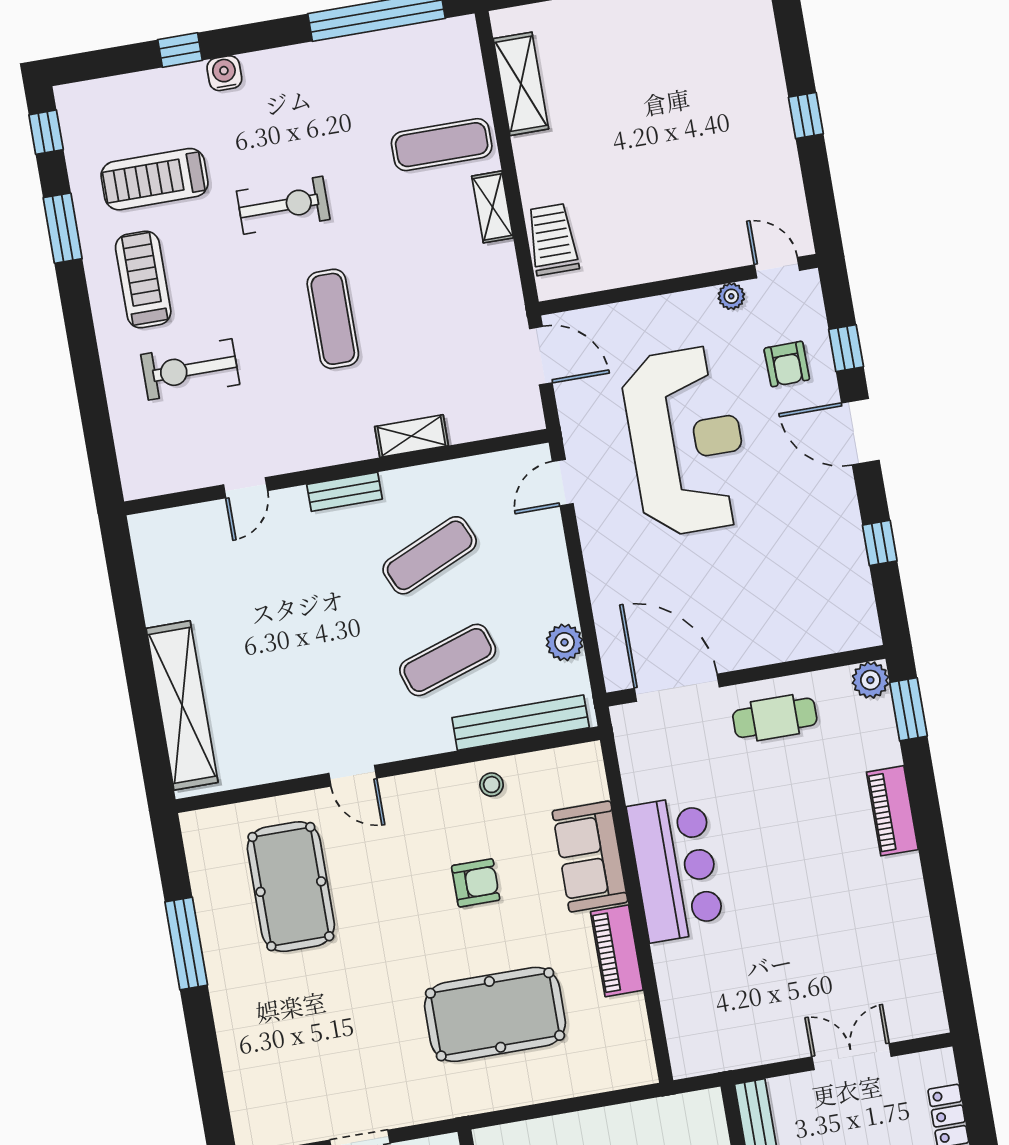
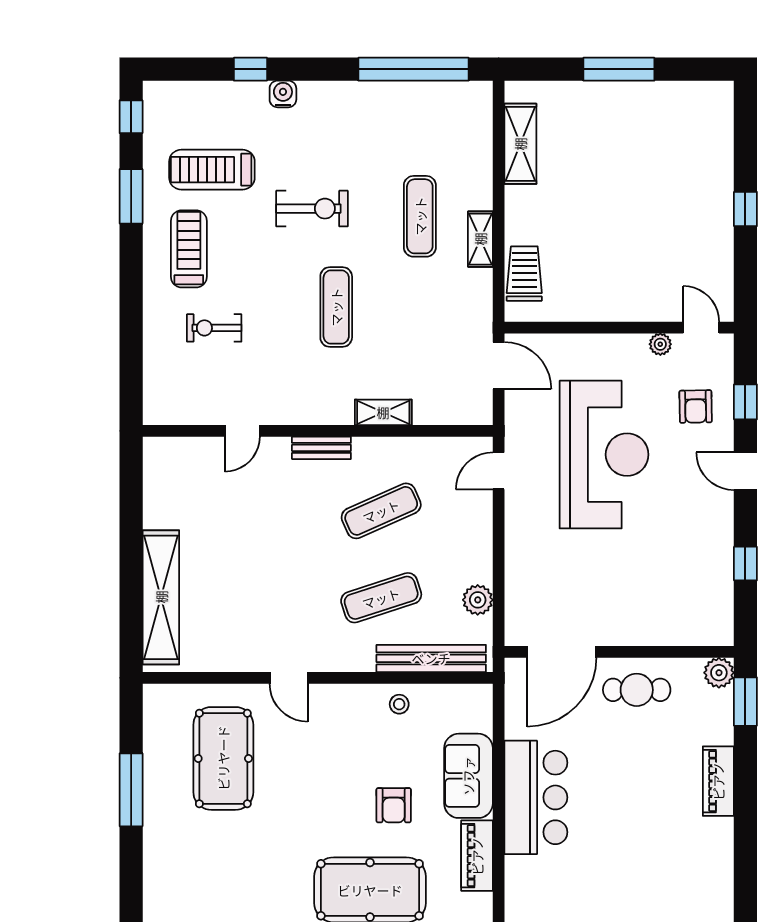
exercise mat: (442, 145) -> (420, 216), moved, turned 90
exercise bike: (190, 369) -> (214, 328), width x0.73, depth x0.72
door: (860, 432) -> (745, 471), width x0.73
door: (677, 688) -> (562, 652), swing flipped
armchair: (476, 883) -> (394, 805), moved, turned 90

